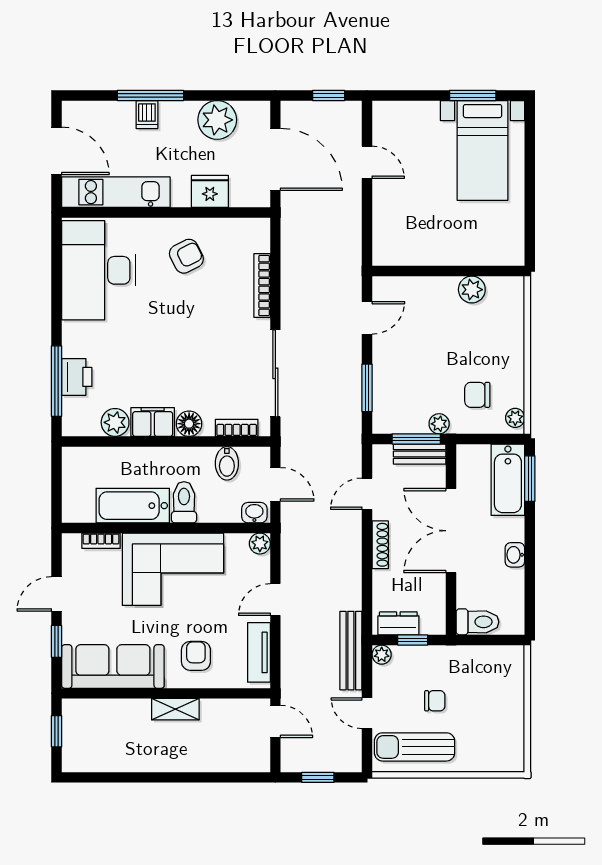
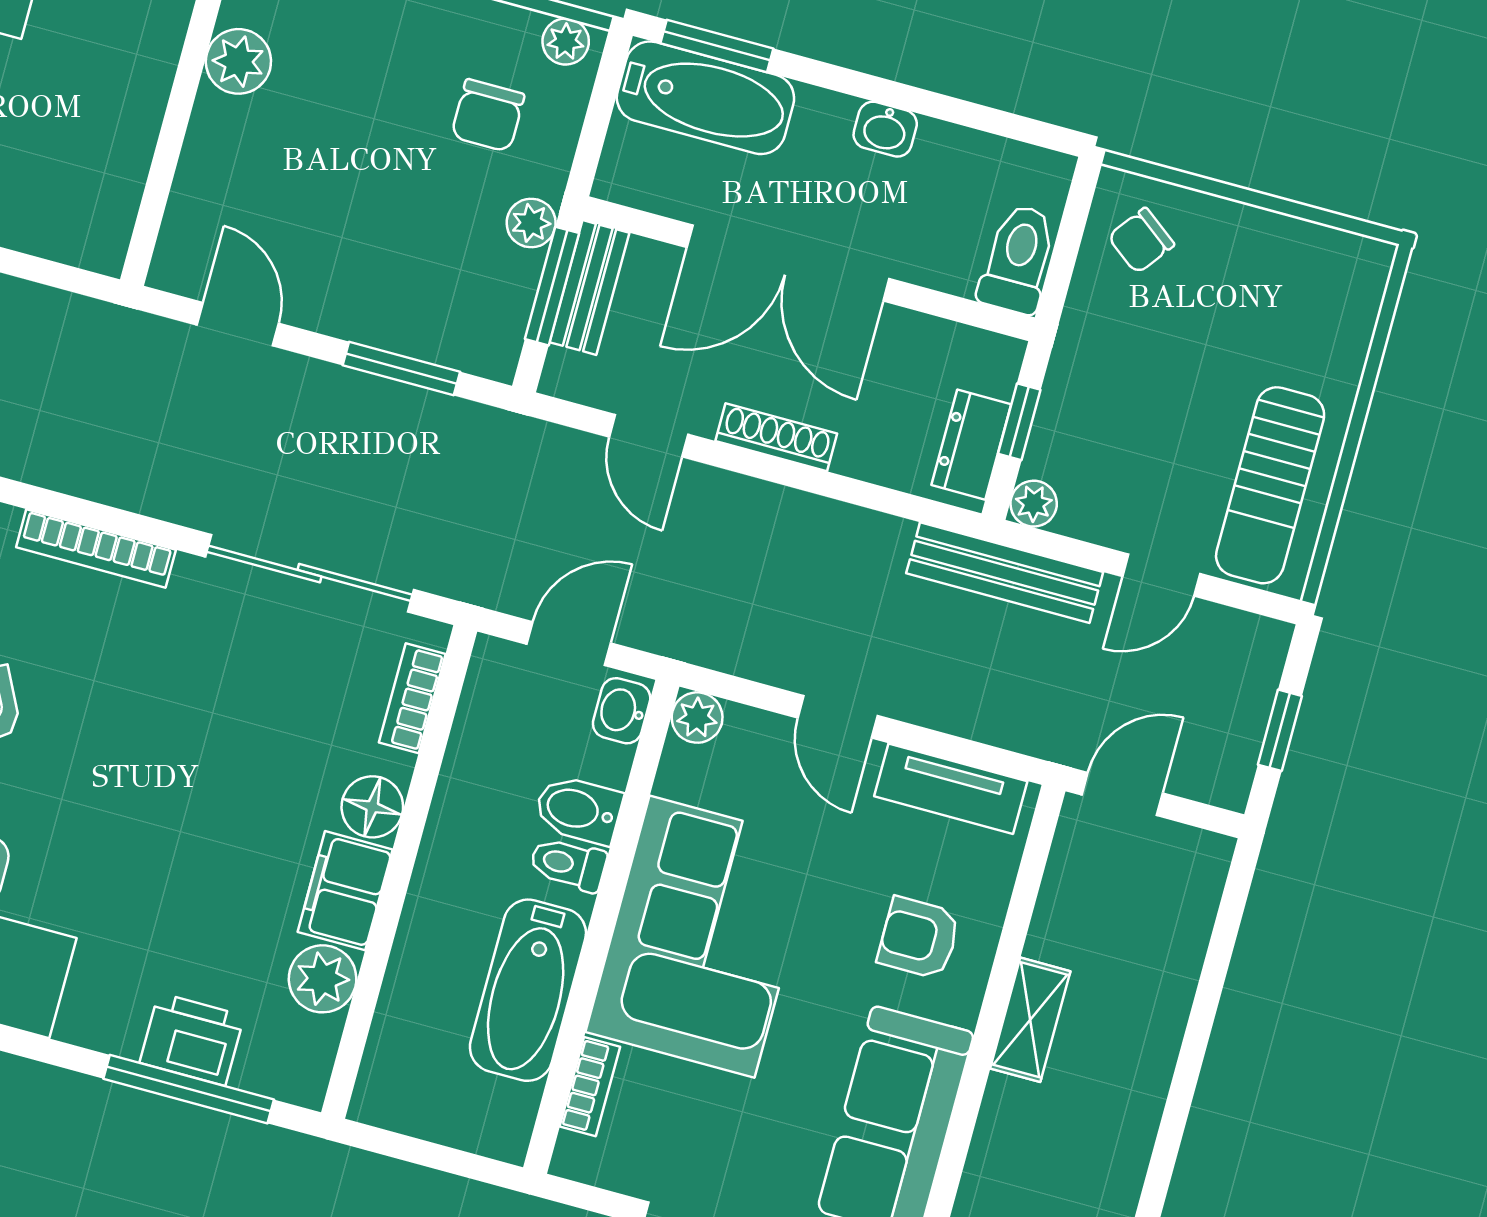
bidet: (227, 463) -> (578, 810), moved, turned 180
toilet: (184, 502) -> (568, 864), width x0.73, depth x0.72
chair: (435, 701) -> (1141, 241), moved, turned -143

